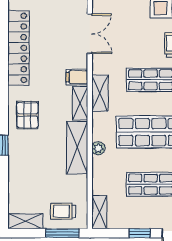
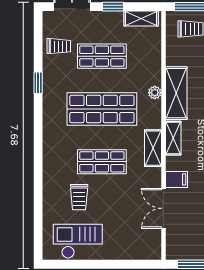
filing cabinet: (77, 77) -> (176, 179), moved
shelving: (99, 212) -> (141, 19), moved, turned 90

